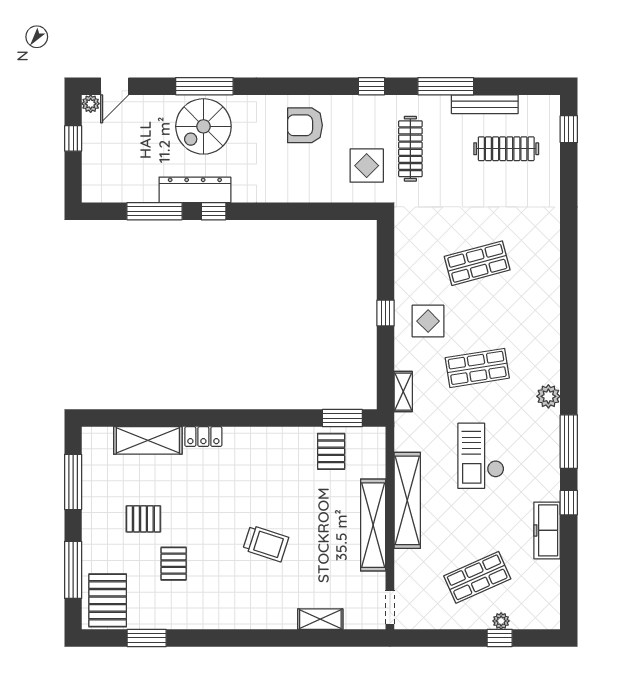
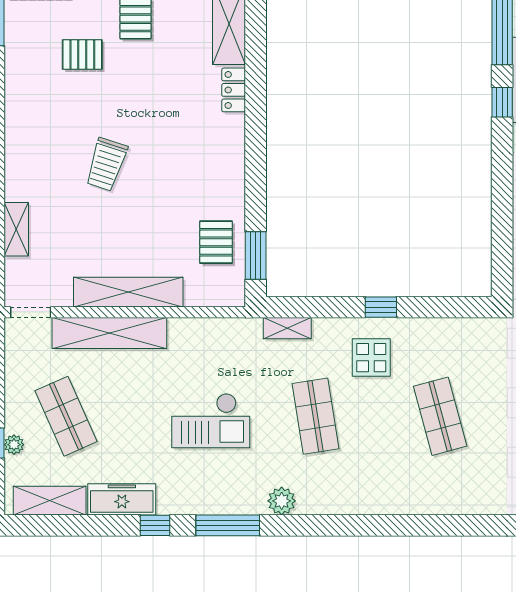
pallet: (331, 451) -> (216, 242), turned 90
checkout: (481, 456) -> (211, 421), turned 180
shelving: (407, 500) -> (109, 333), moved
shelving: (548, 591) -> (50, 501), added

